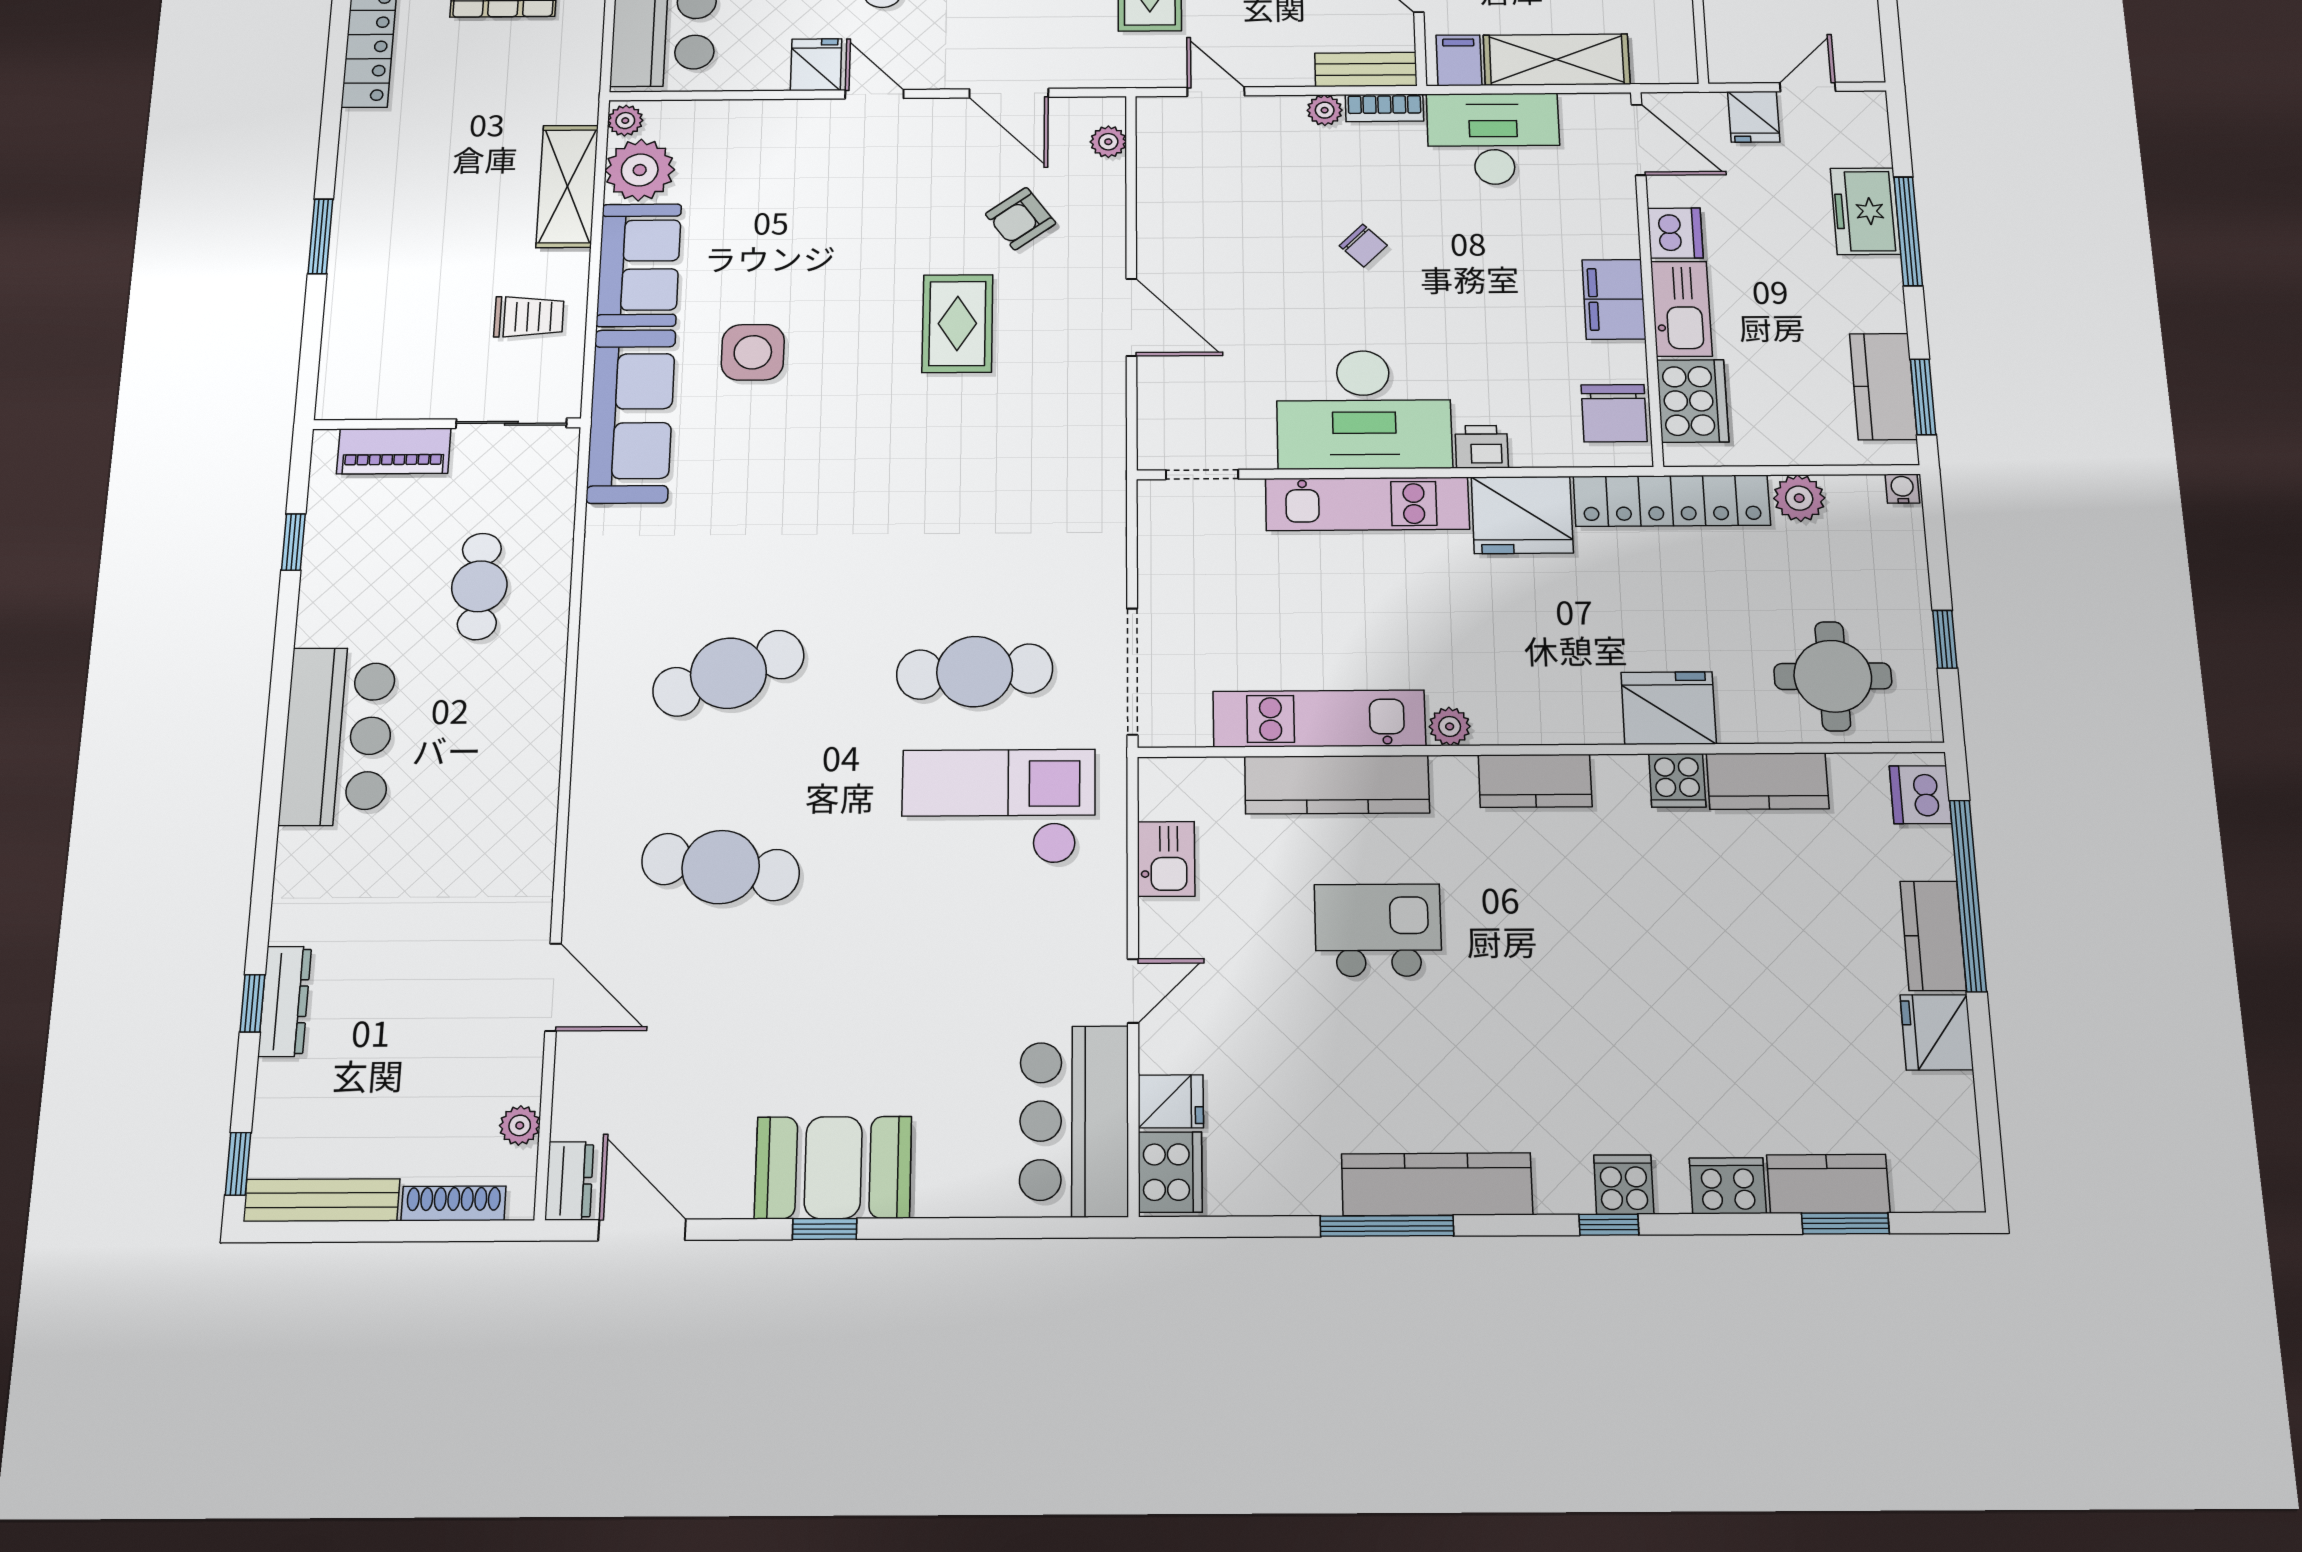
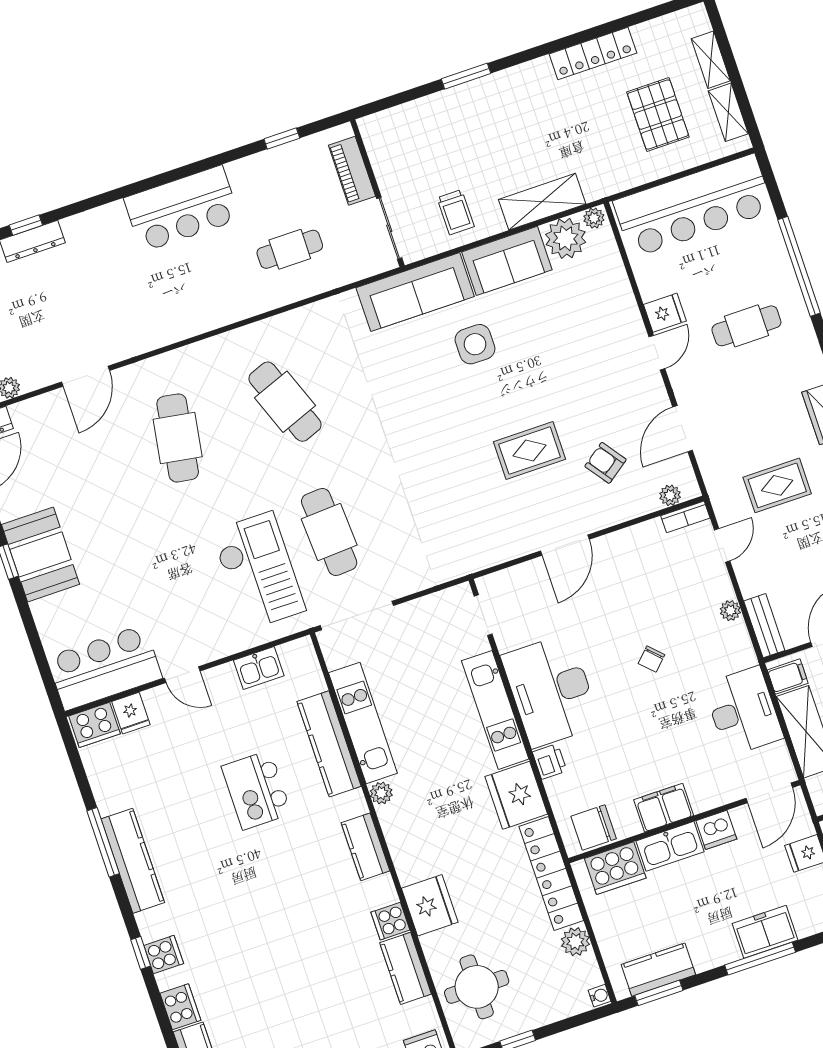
bookcase: (1384, 108) -> (685, 517), moved, turned -90
kitchen island: (1378, 930) -> (256, 790), turned 180

